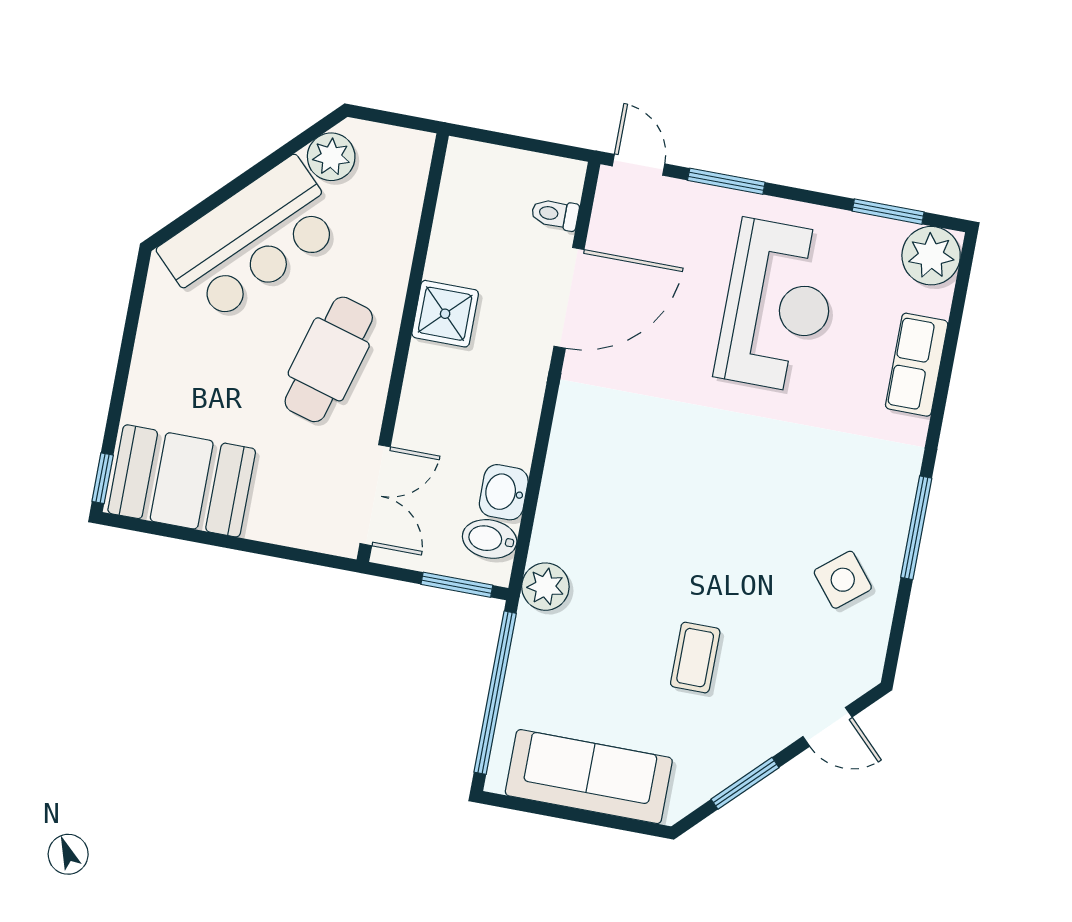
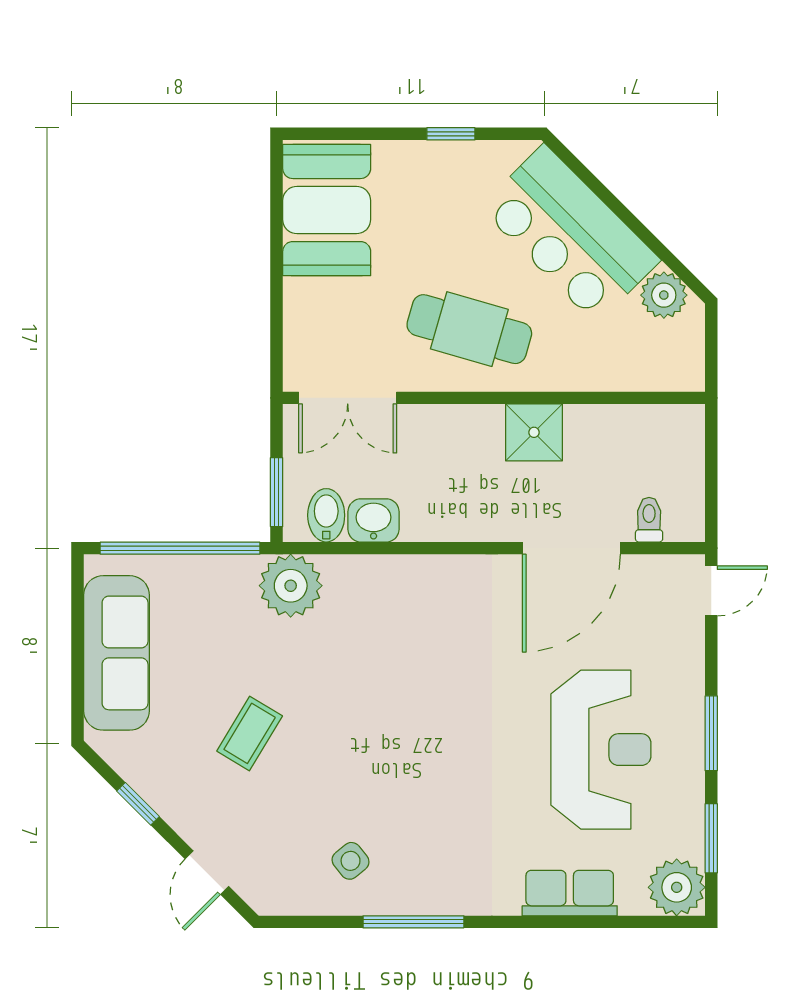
window: (726, 181) -> (711, 733), moved
door: (569, 298) -> (571, 548), hinge flipped
reception desk: (778, 306) -> (601, 750), turned -90
window: (103, 478) -> (451, 134), moved
side table: (843, 580) -> (351, 861), width x0.73, depth x0.73
plant: (545, 587) -> (291, 586), width x1.36, depth x1.36
coffee table: (695, 658) -> (250, 733), turned -59
window: (745, 783) -> (138, 804), width x0.67

